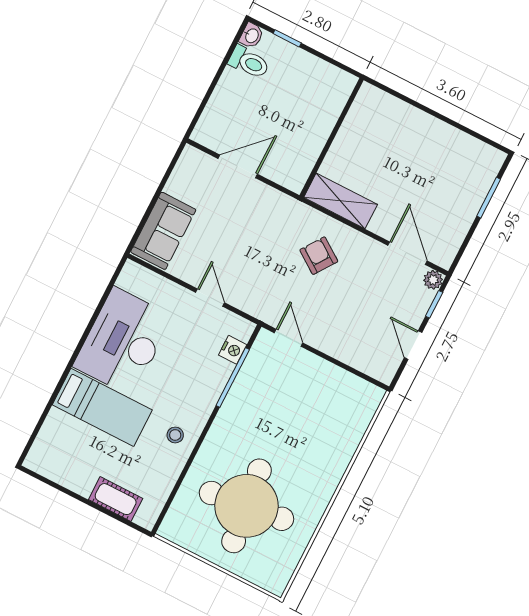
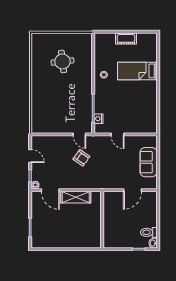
shelving: (341, 201) -> (76, 197), moved
sofa: (163, 231) -> (149, 162), moved
armchair: (319, 256) -> (81, 158), moved
desk: (123, 341) -> (142, 100), removed
cot: (116, 499) -> (126, 38), moved
round table: (246, 506) -> (63, 61), width x0.54, depth x0.54

